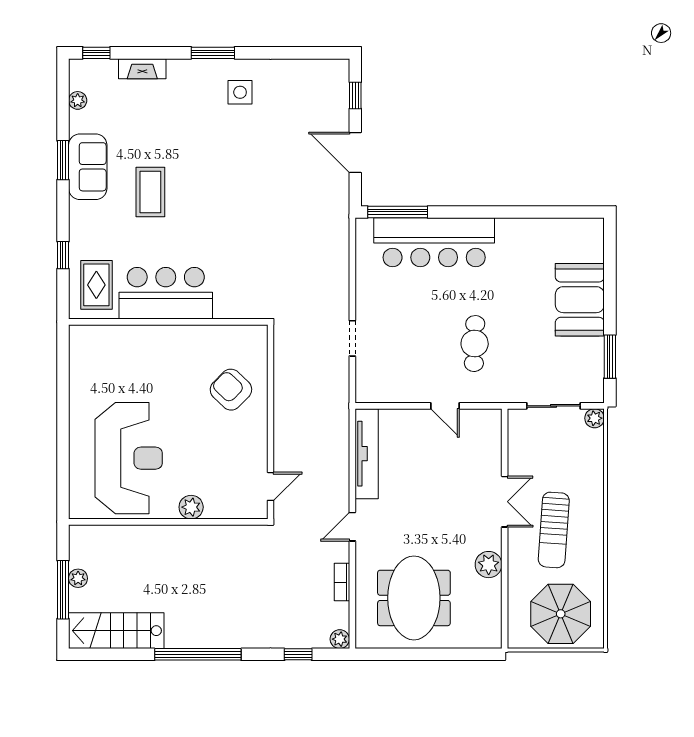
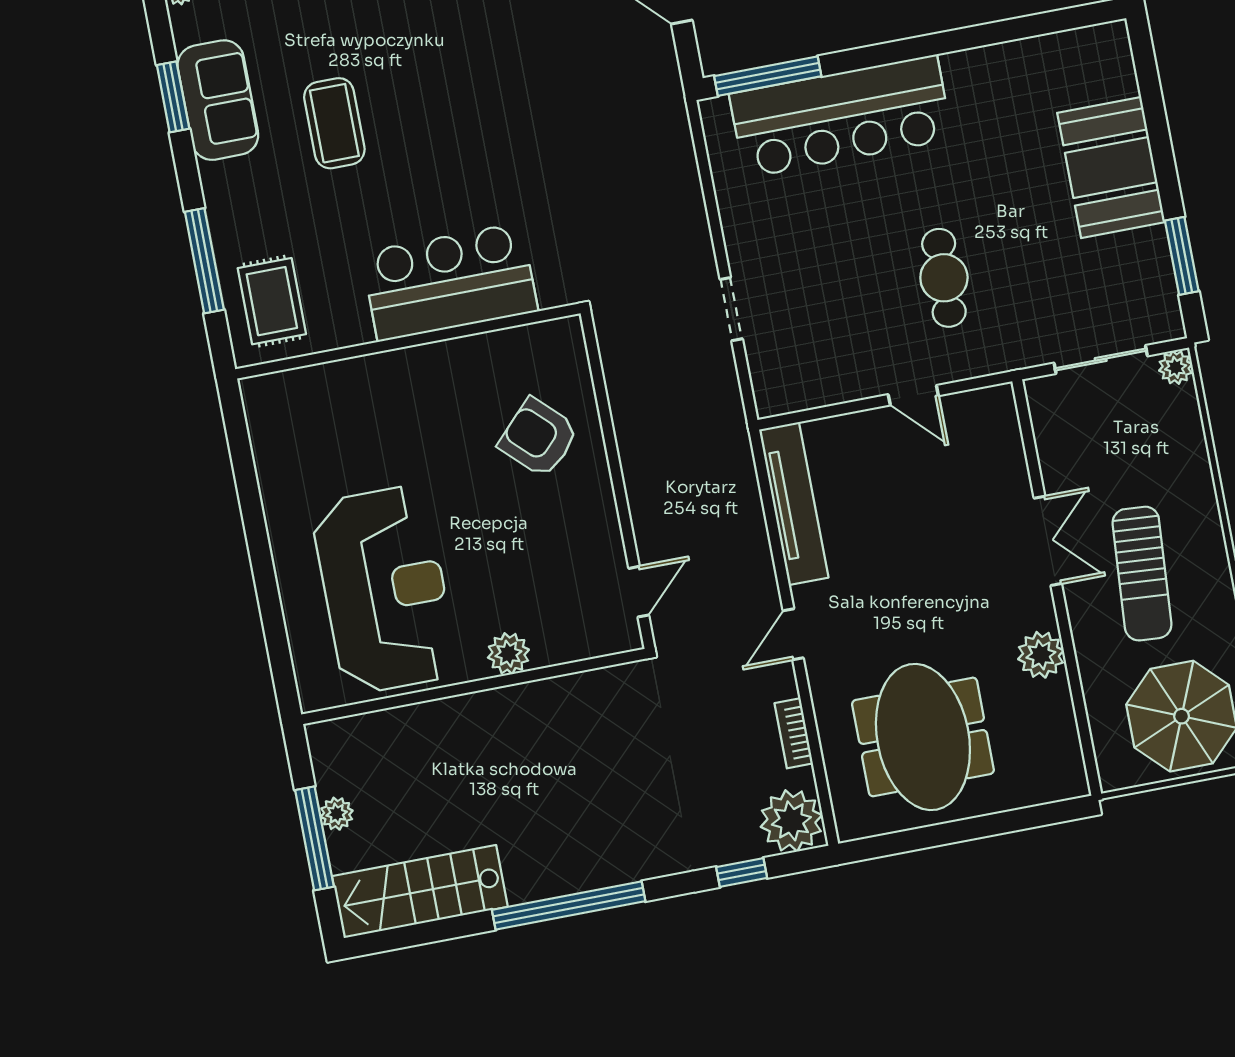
window: (63, 255) -> (204, 261), width x2.17
bar counter: (166, 293) -> (450, 282), moved
plant: (340, 639) -> (791, 821), width x1.87, depth x1.87

